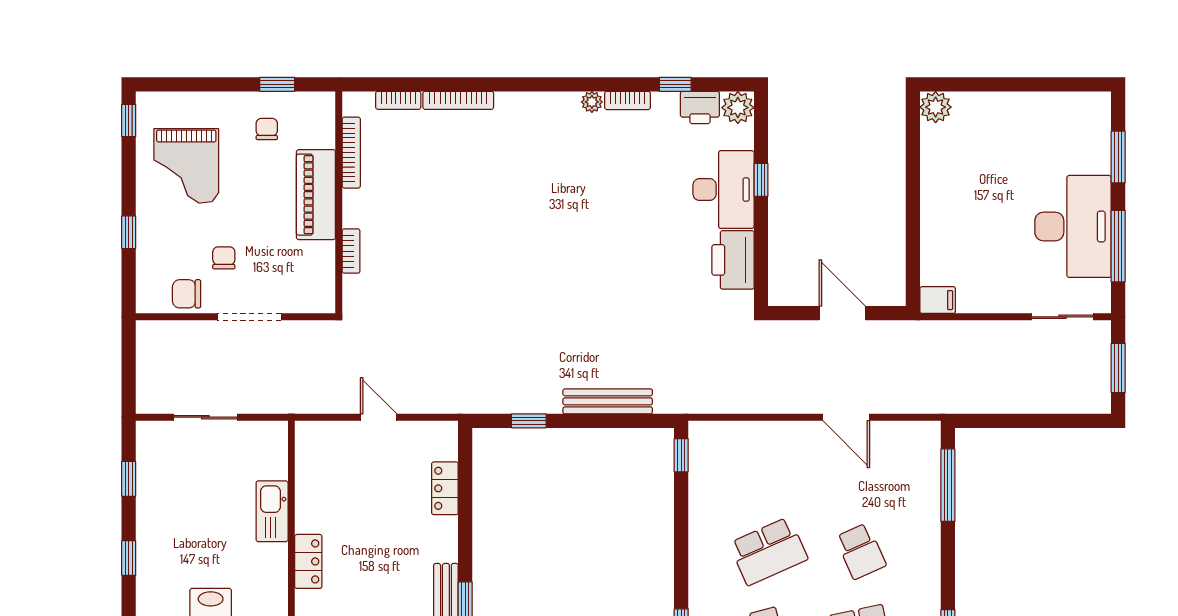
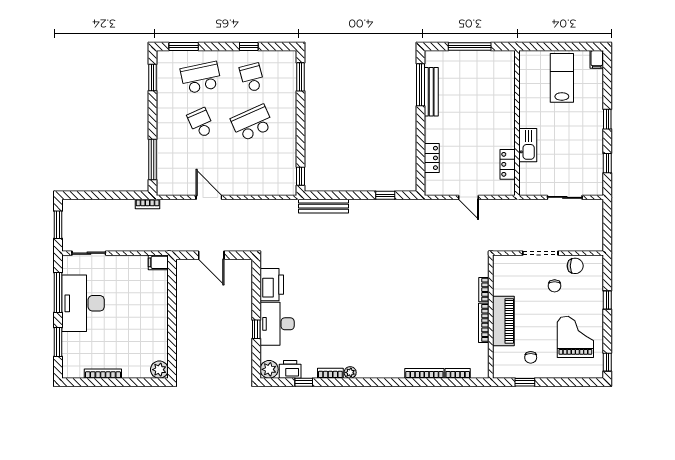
bookcase: (1037, 100) -> (103, 374), added
bookcase: (351, 153) -> (484, 323), moved
bench: (608, 401) -> (324, 206), moved
bookcase: (957, 405) -> (148, 204), added
locker: (308, 561) -> (508, 164), moved

